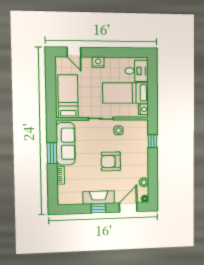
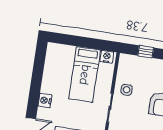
desk: (137, 71) -> (61, 58), removed

